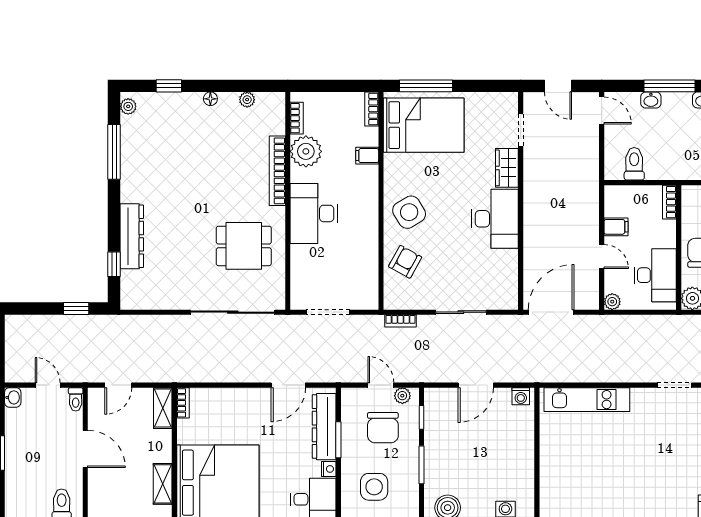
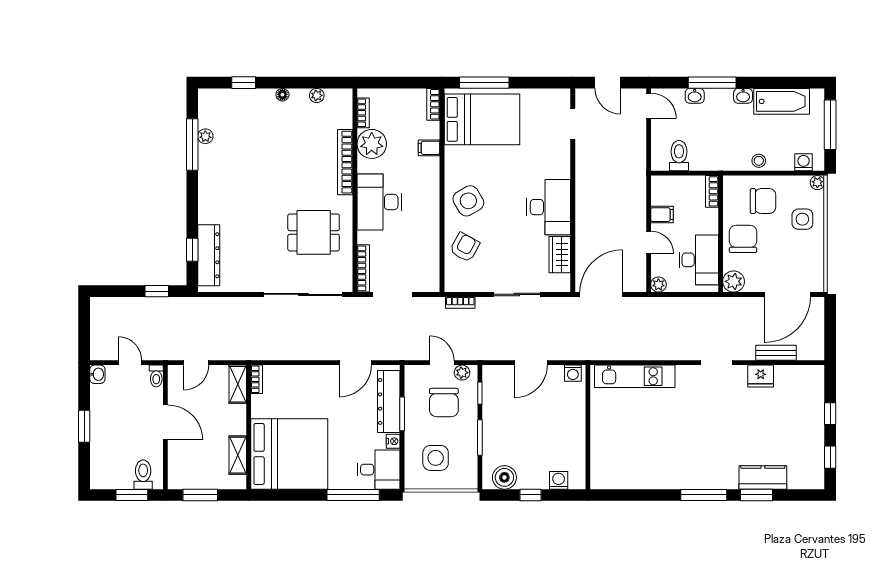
plant: (128, 106) -> (205, 136), moved
wardrobe: (507, 168) -> (560, 255), moved
dresser: (132, 236) -> (209, 255), moved
bookcase: (297, 284) -> (363, 268), added

